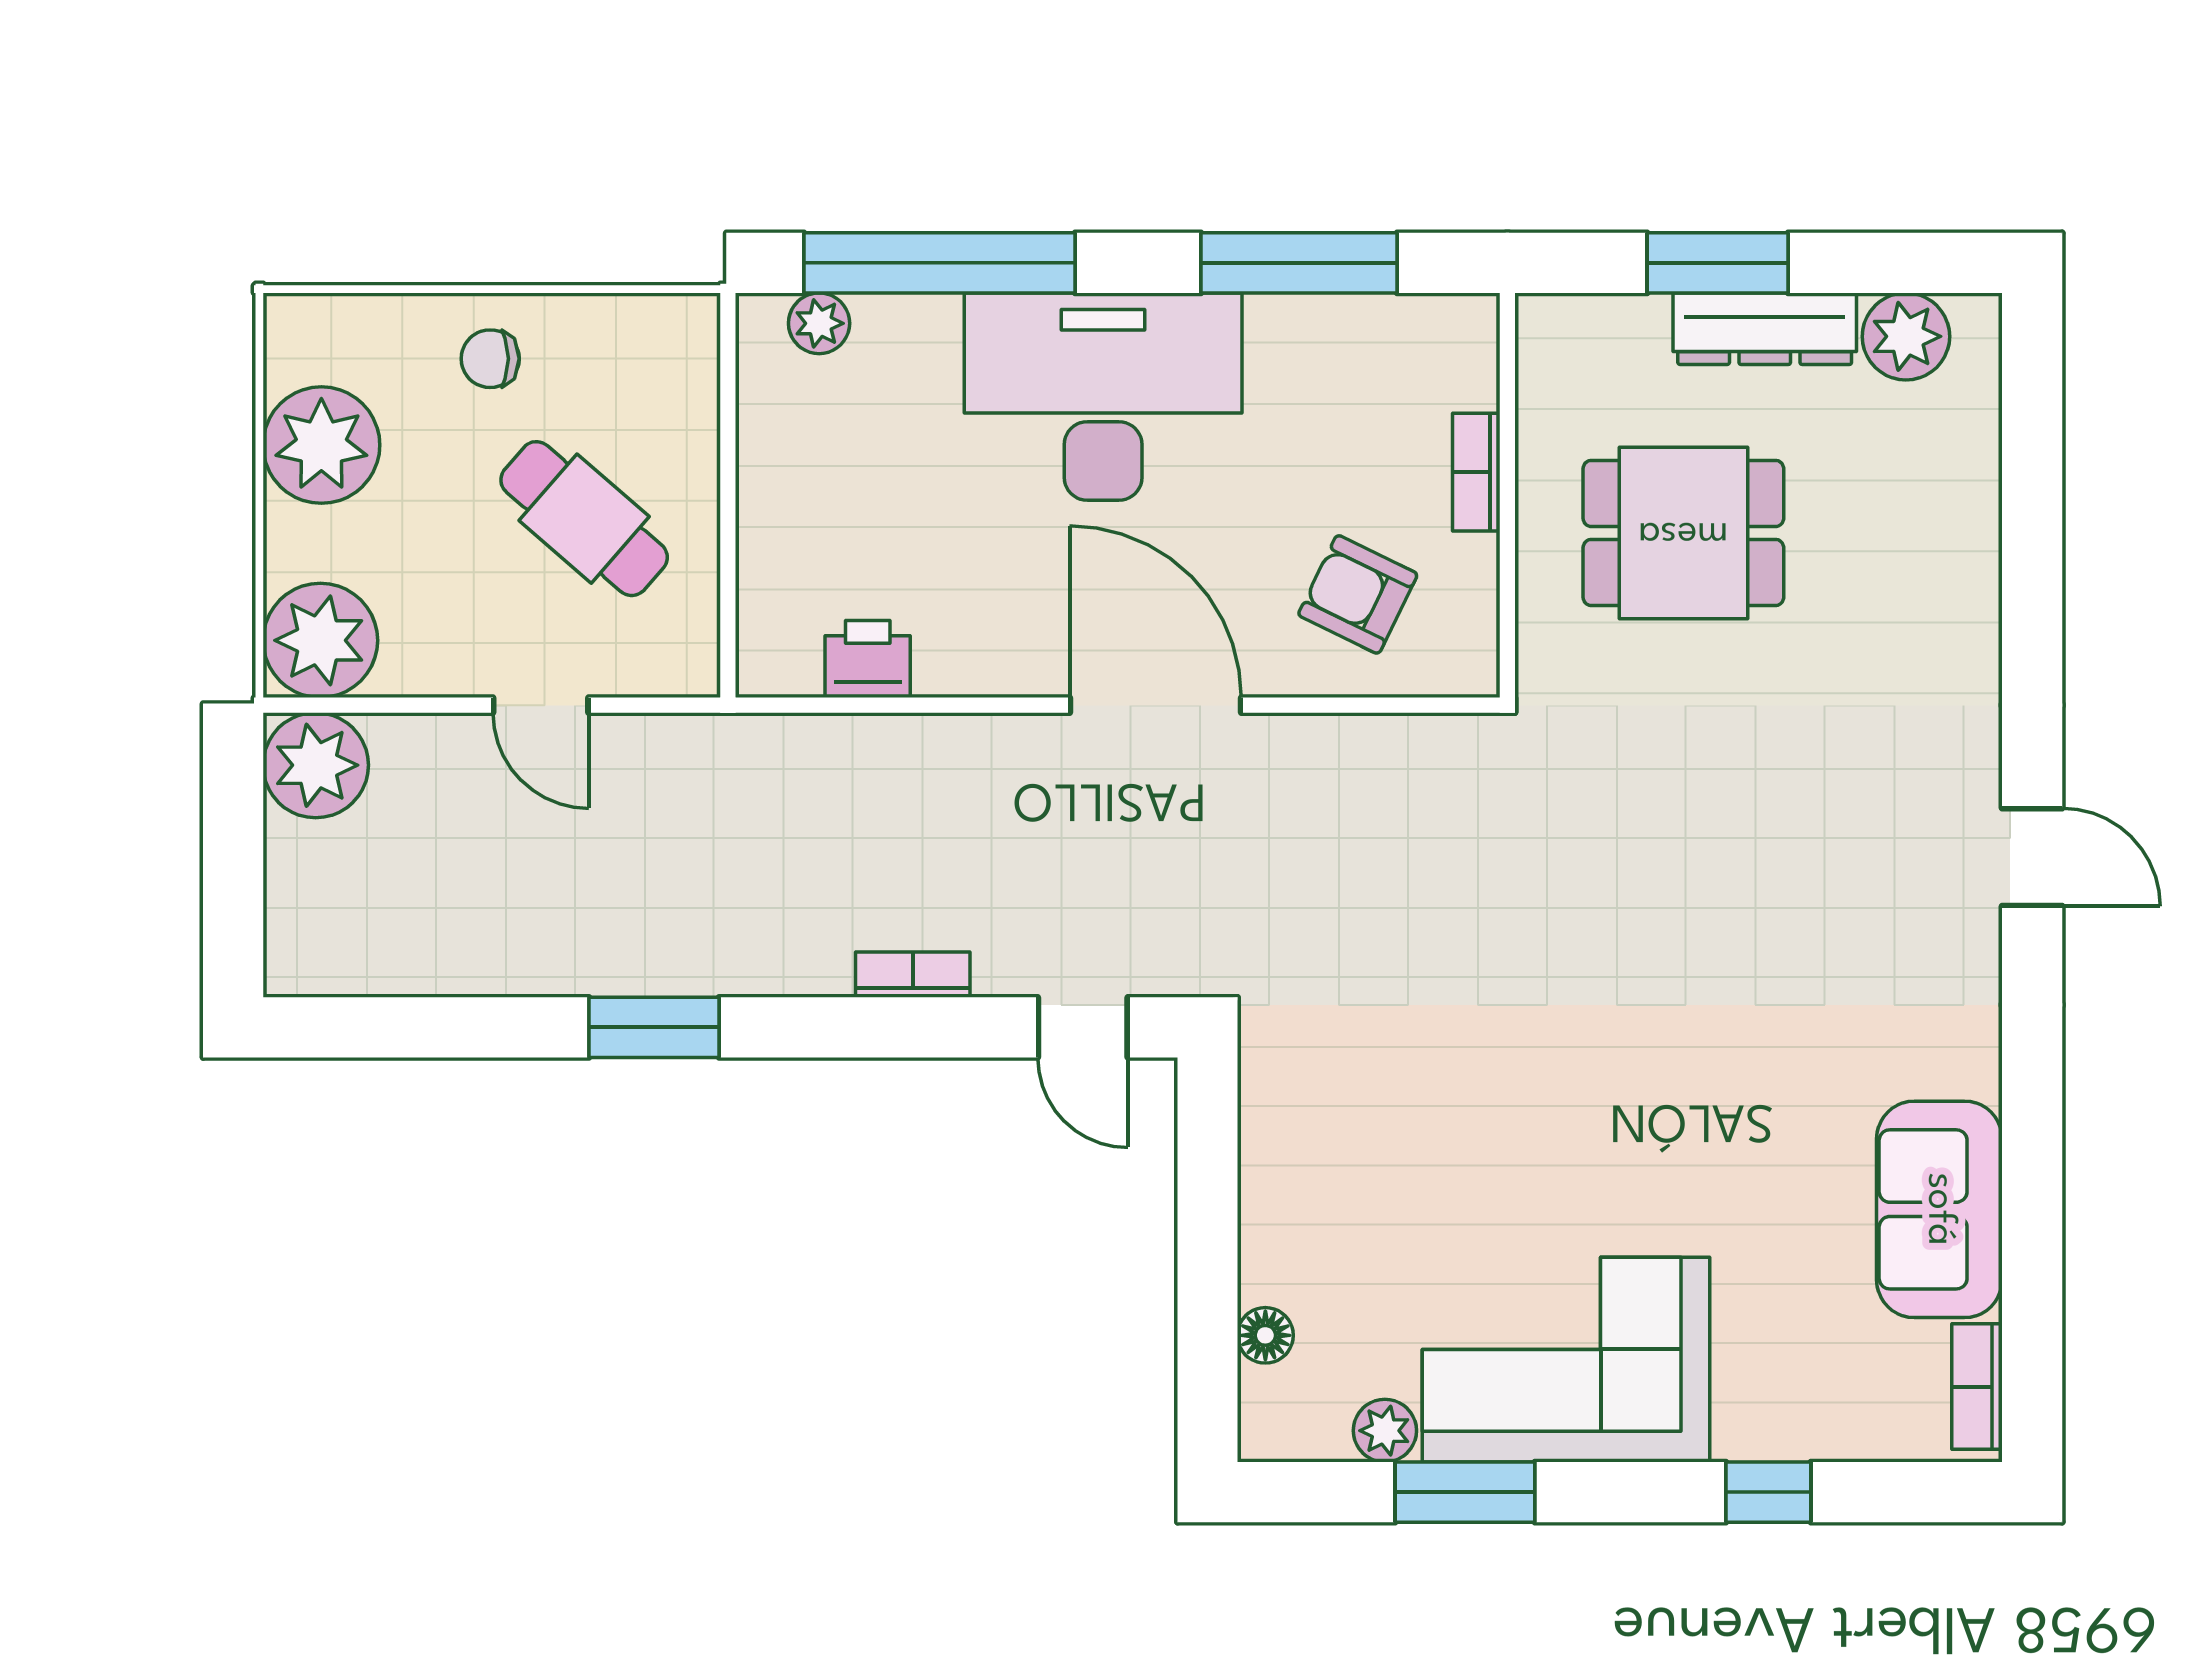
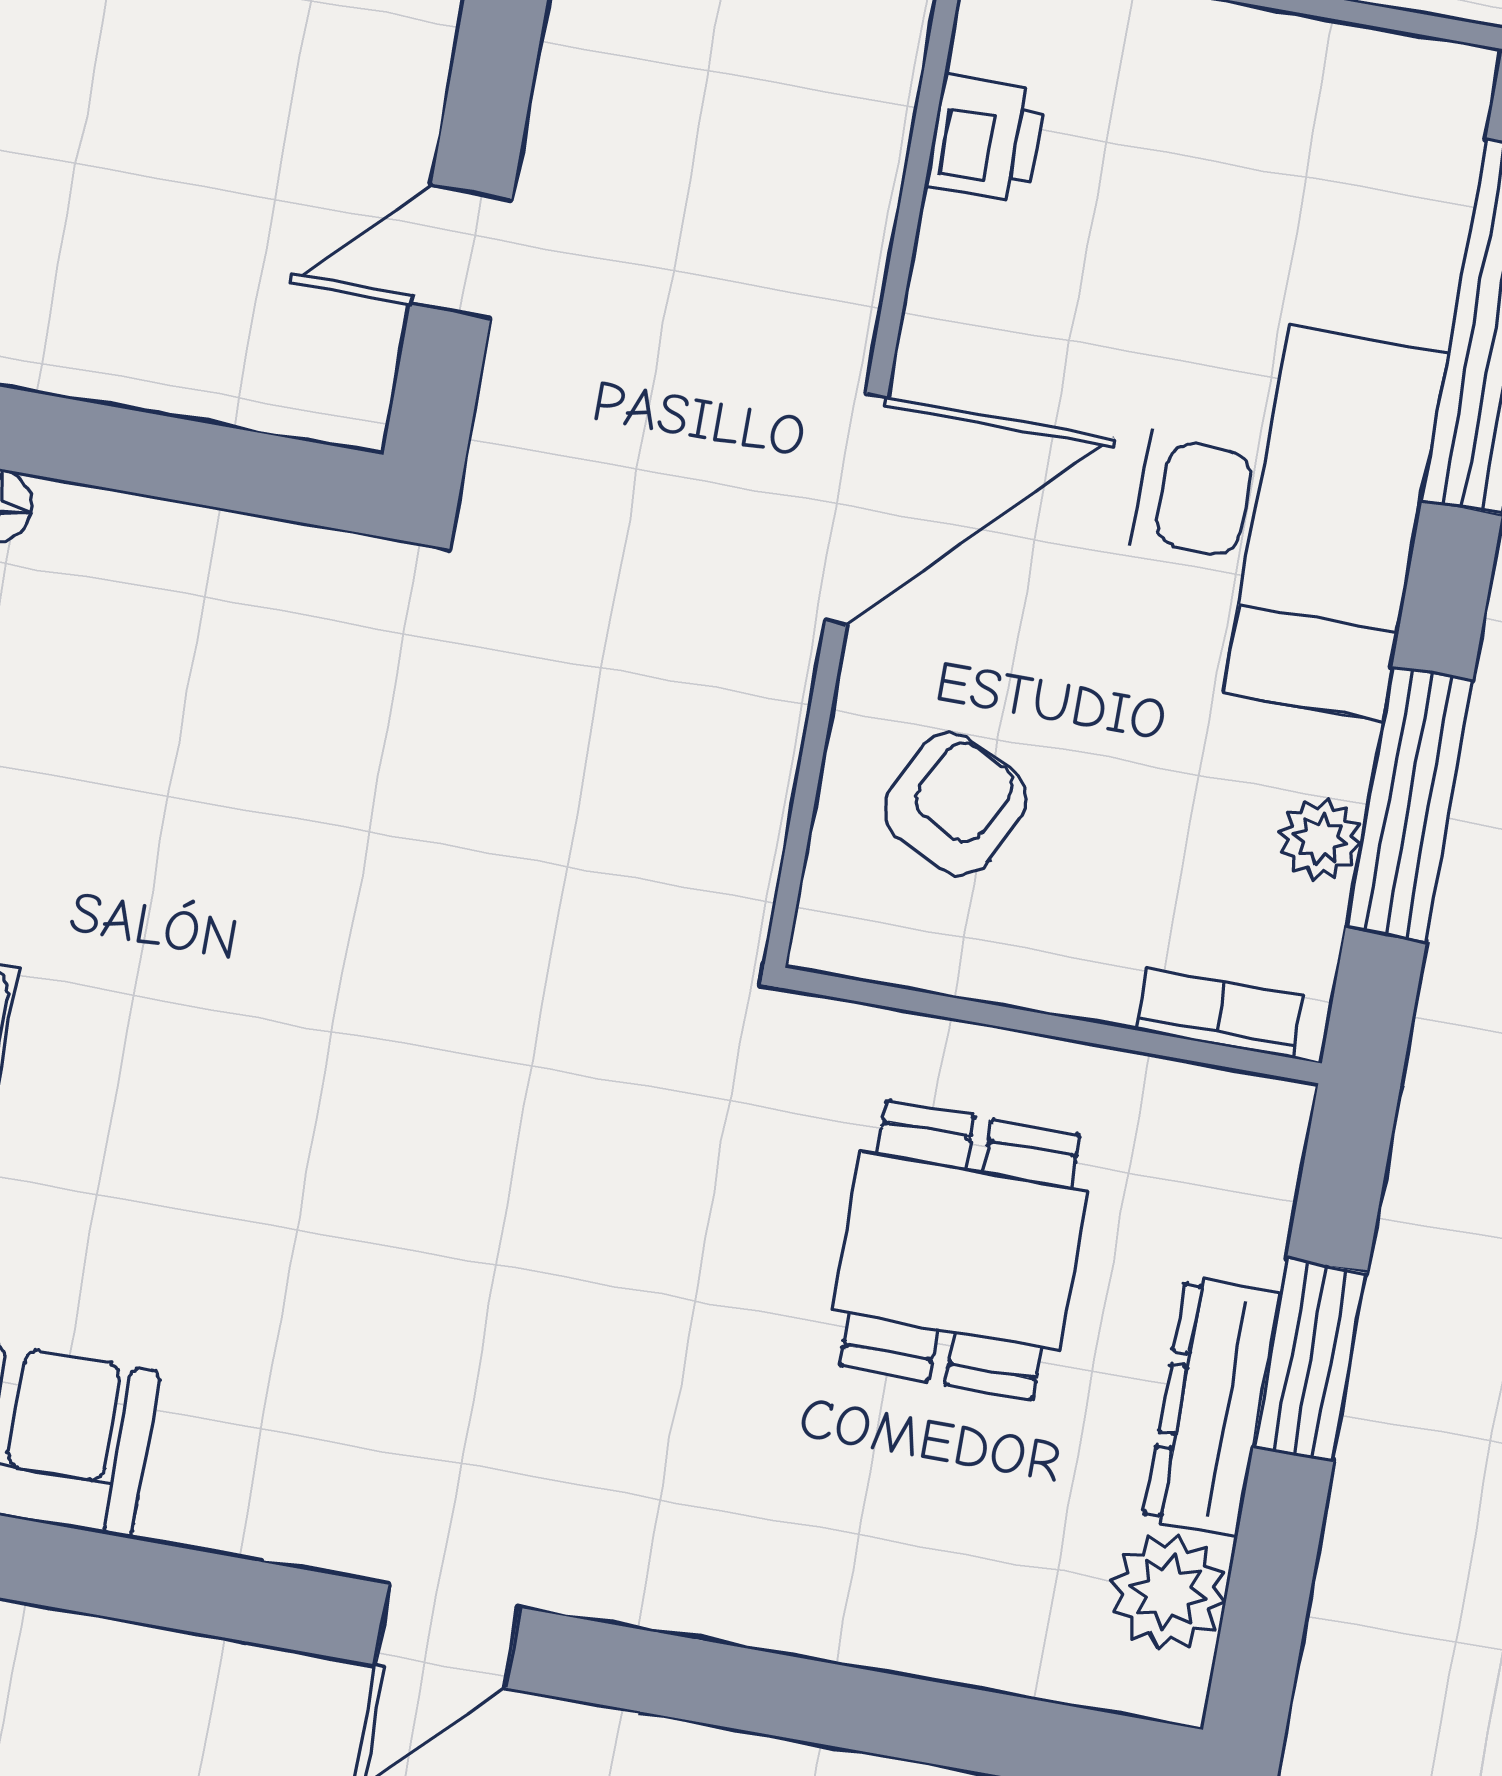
plant: (819, 323) -> (1320, 839), moved
bookcase: (1476, 472) -> (1220, 1013), moved
bookcase: (913, 975) -> (556, 123), removed
door: (1083, 1027) -> (461, 251), moved

